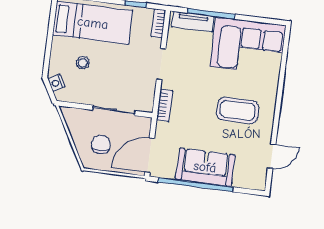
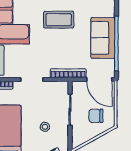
stool: (83, 63) -> (45, 127), moved
bookcase: (164, 105) -> (68, 73), width x1.56
coffee table: (238, 110) -> (59, 20), turned 90

